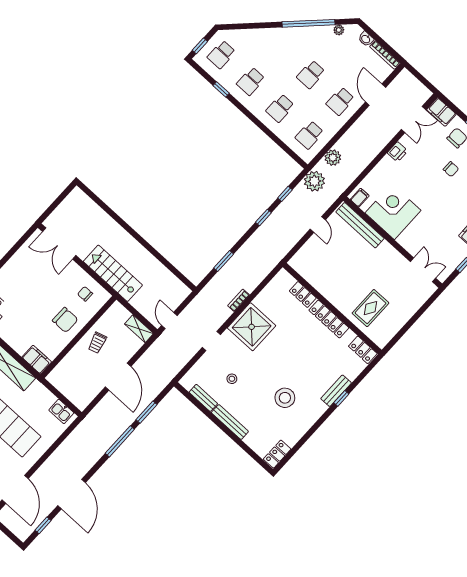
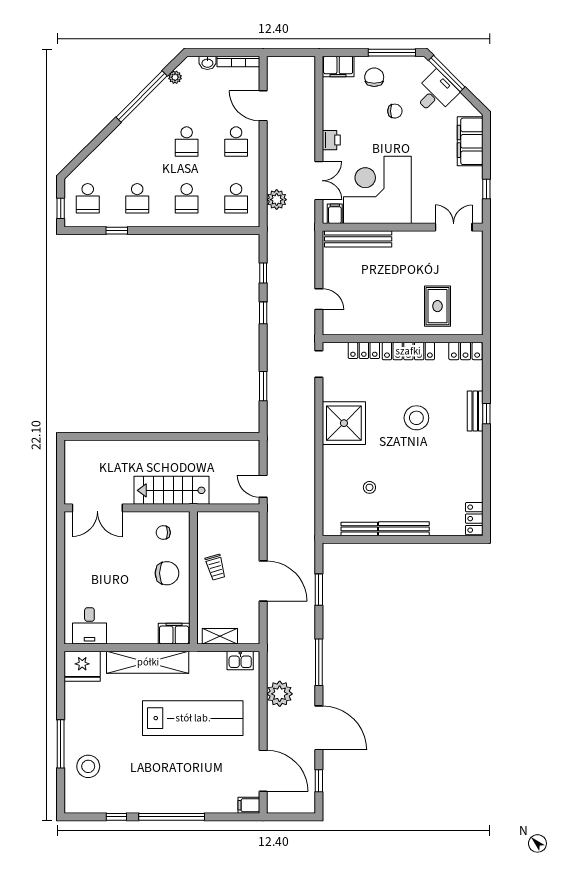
double door: (414, 120) -> (319, 181), moved
plant: (314, 181) -> (280, 694), moved
corner desk: (393, 212) -> (377, 190), width x1.36, depth x1.36
door: (318, 224) -> (319, 299), moved
bookcase: (239, 300) -> (310, 410), removed
shelving: (139, 329) -> (220, 636), moved
doorway: (211, 341) -> (319, 364), moved
stool: (285, 398) -> (416, 418), moved
window: (120, 441) -> (319, 662), moved

